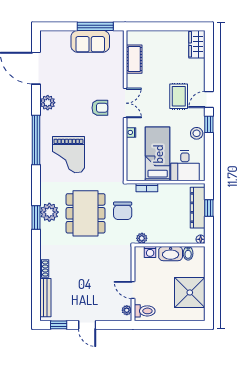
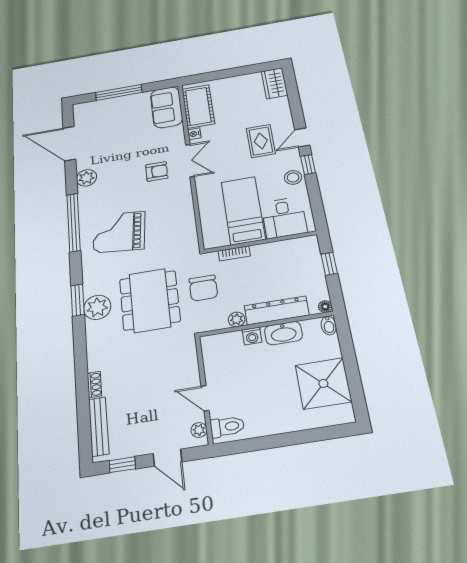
window: (95, 26) -> (119, 92), moved
sofa: (90, 41) -> (167, 107), moved, turned 90
cot: (134, 59) -> (198, 106), width x1.37, depth x1.34
nightstand: (131, 132) -> (194, 134), moved
grand piano: (68, 155) -> (119, 232), turned 96
dresser: (198, 208) -> (277, 310), moved, turned 90
window: (36, 218) -> (78, 300), moved
bidet: (188, 253) -> (329, 325), moved
wall: (133, 284) -> (204, 389), moved
door: (133, 290) -> (205, 398), moved
plant: (127, 310) -> (199, 430), moved
toilet: (145, 311) -> (227, 427), moved

